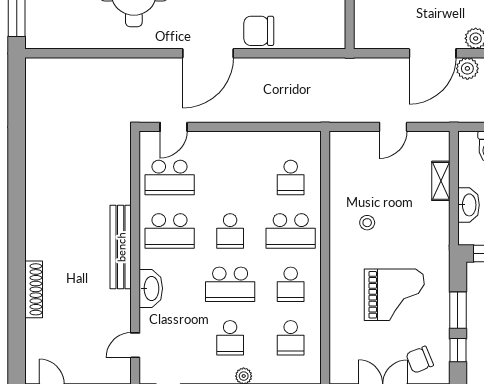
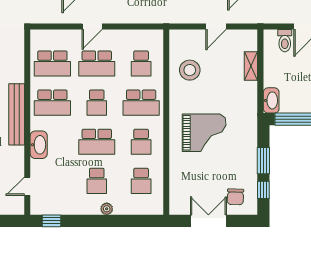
door: (174, 127) -> (92, 27), moved
school desk: (230, 177) -> (97, 63), added
washbasin: (469, 205) -> (271, 100), moved
stool: (367, 223) -> (190, 70), moved, width x1.89, depth x1.89
grand piano: (394, 295) -> (204, 133), moved
chair: (420, 360) -> (235, 197), turned -66

